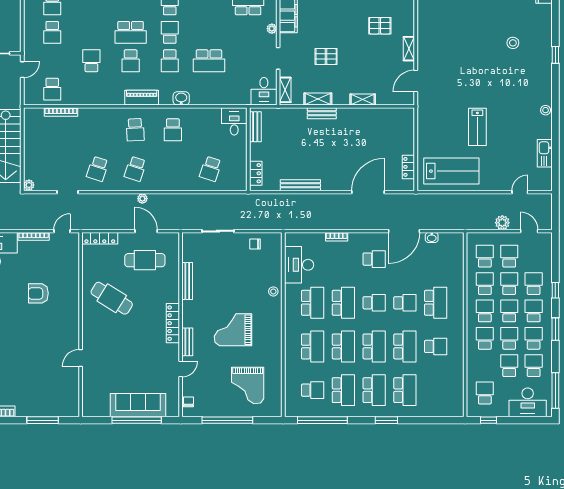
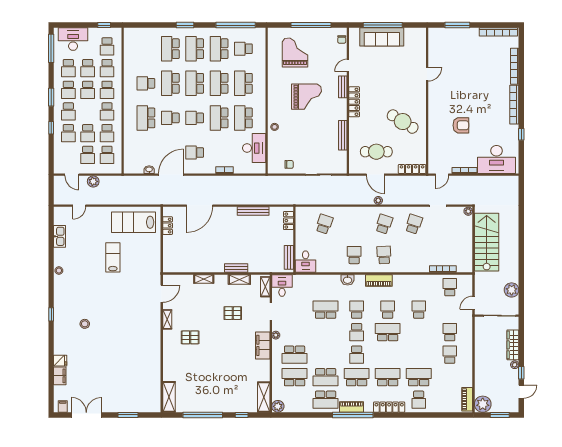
school desk: (91, 61) -> (419, 310), turned 180
school desk: (509, 311) -> (107, 68), moved

